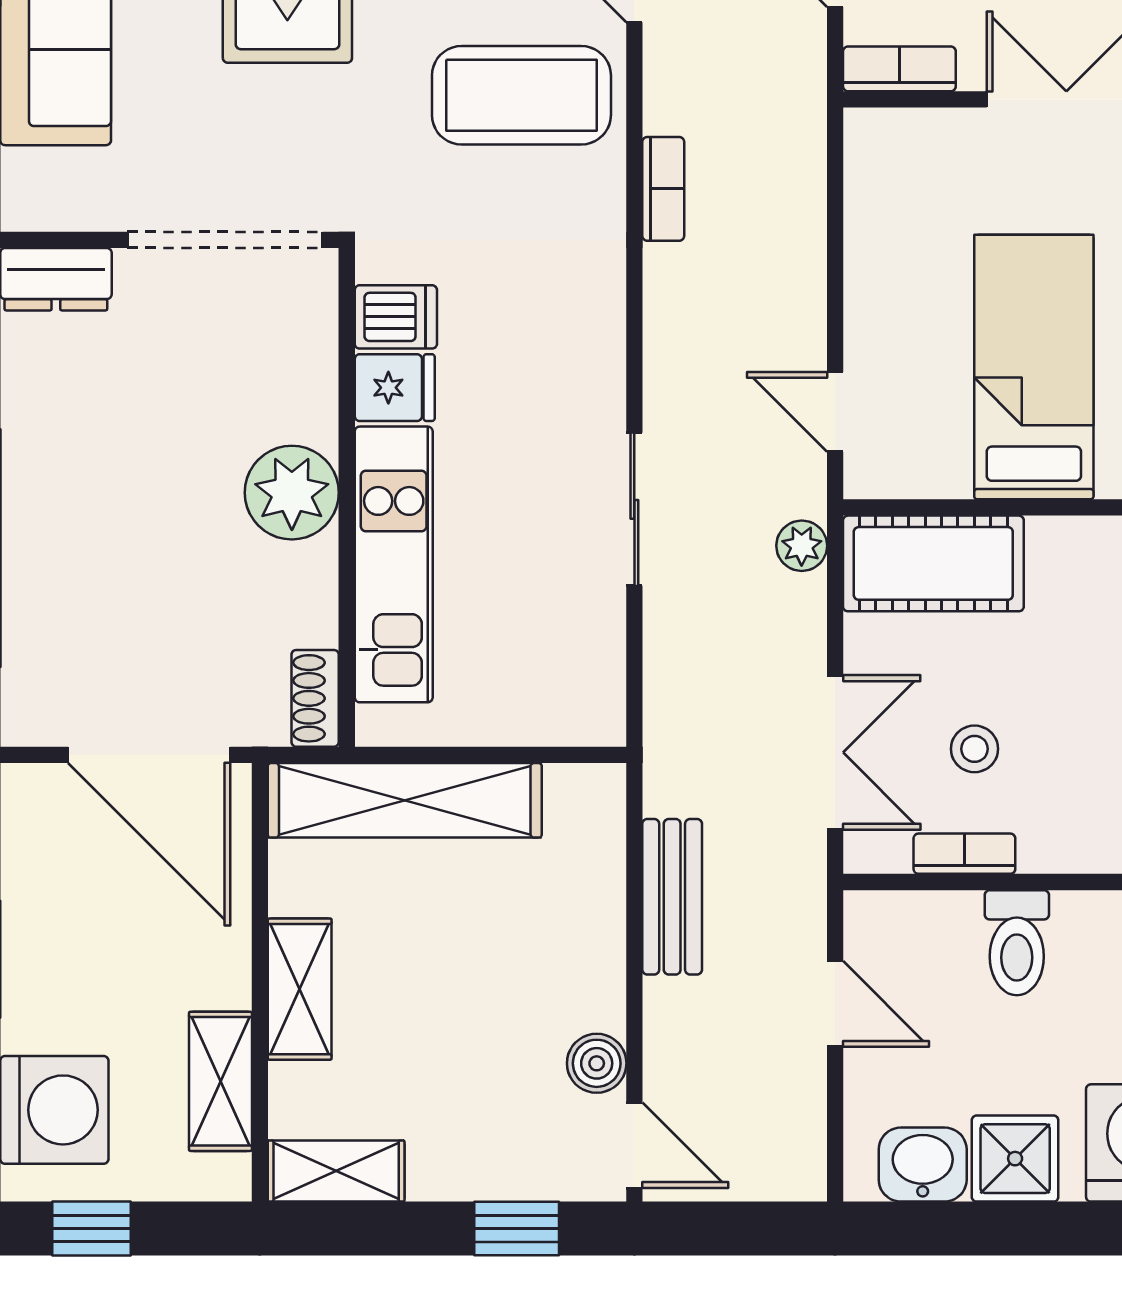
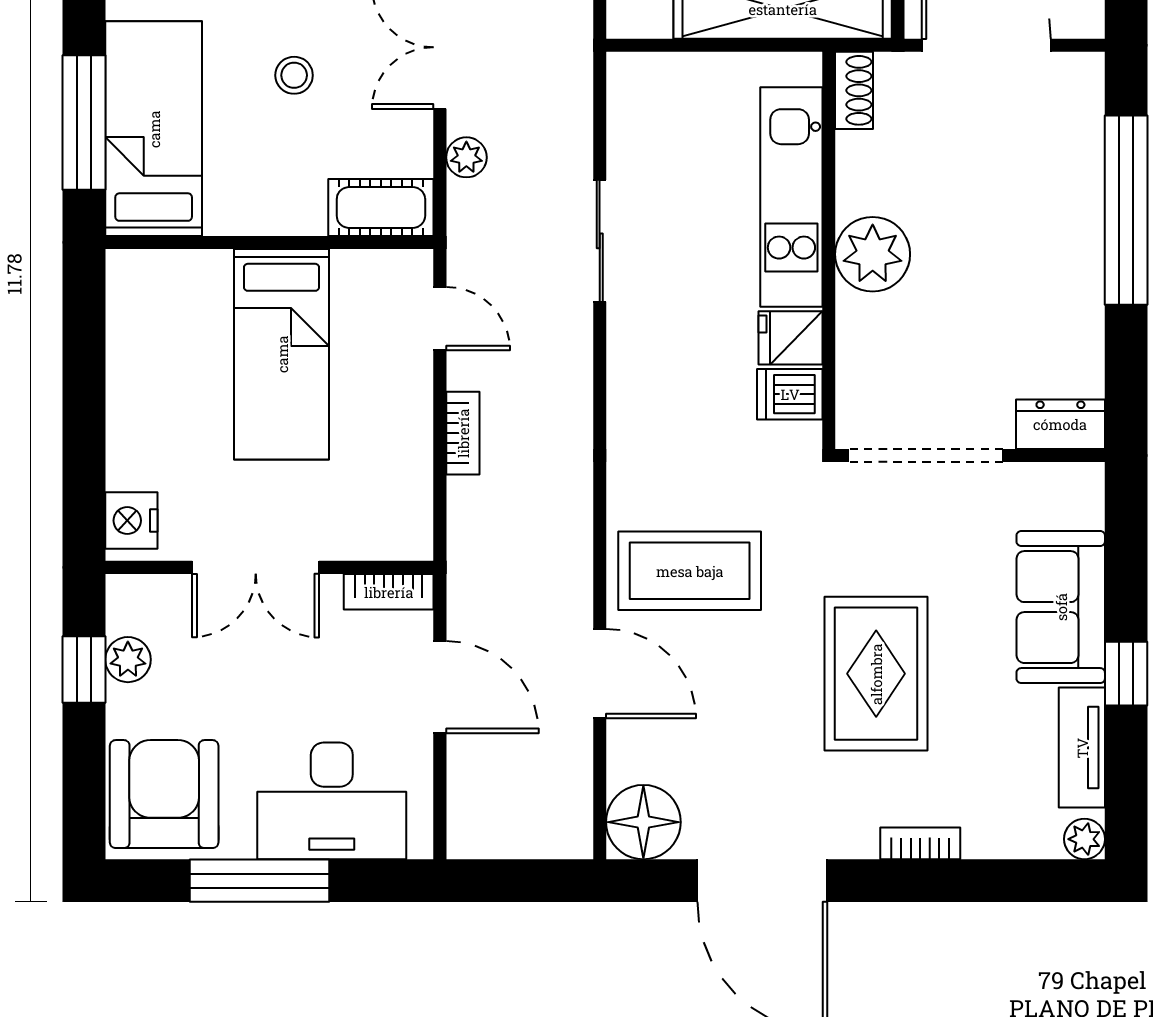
bookcase: (663, 189) -> (463, 433), moved, turned 180
plant: (802, 546) -> (466, 157), moved
cot: (933, 563) -> (381, 207), width x0.73, depth x0.75
stool: (974, 749) -> (294, 75), moved

